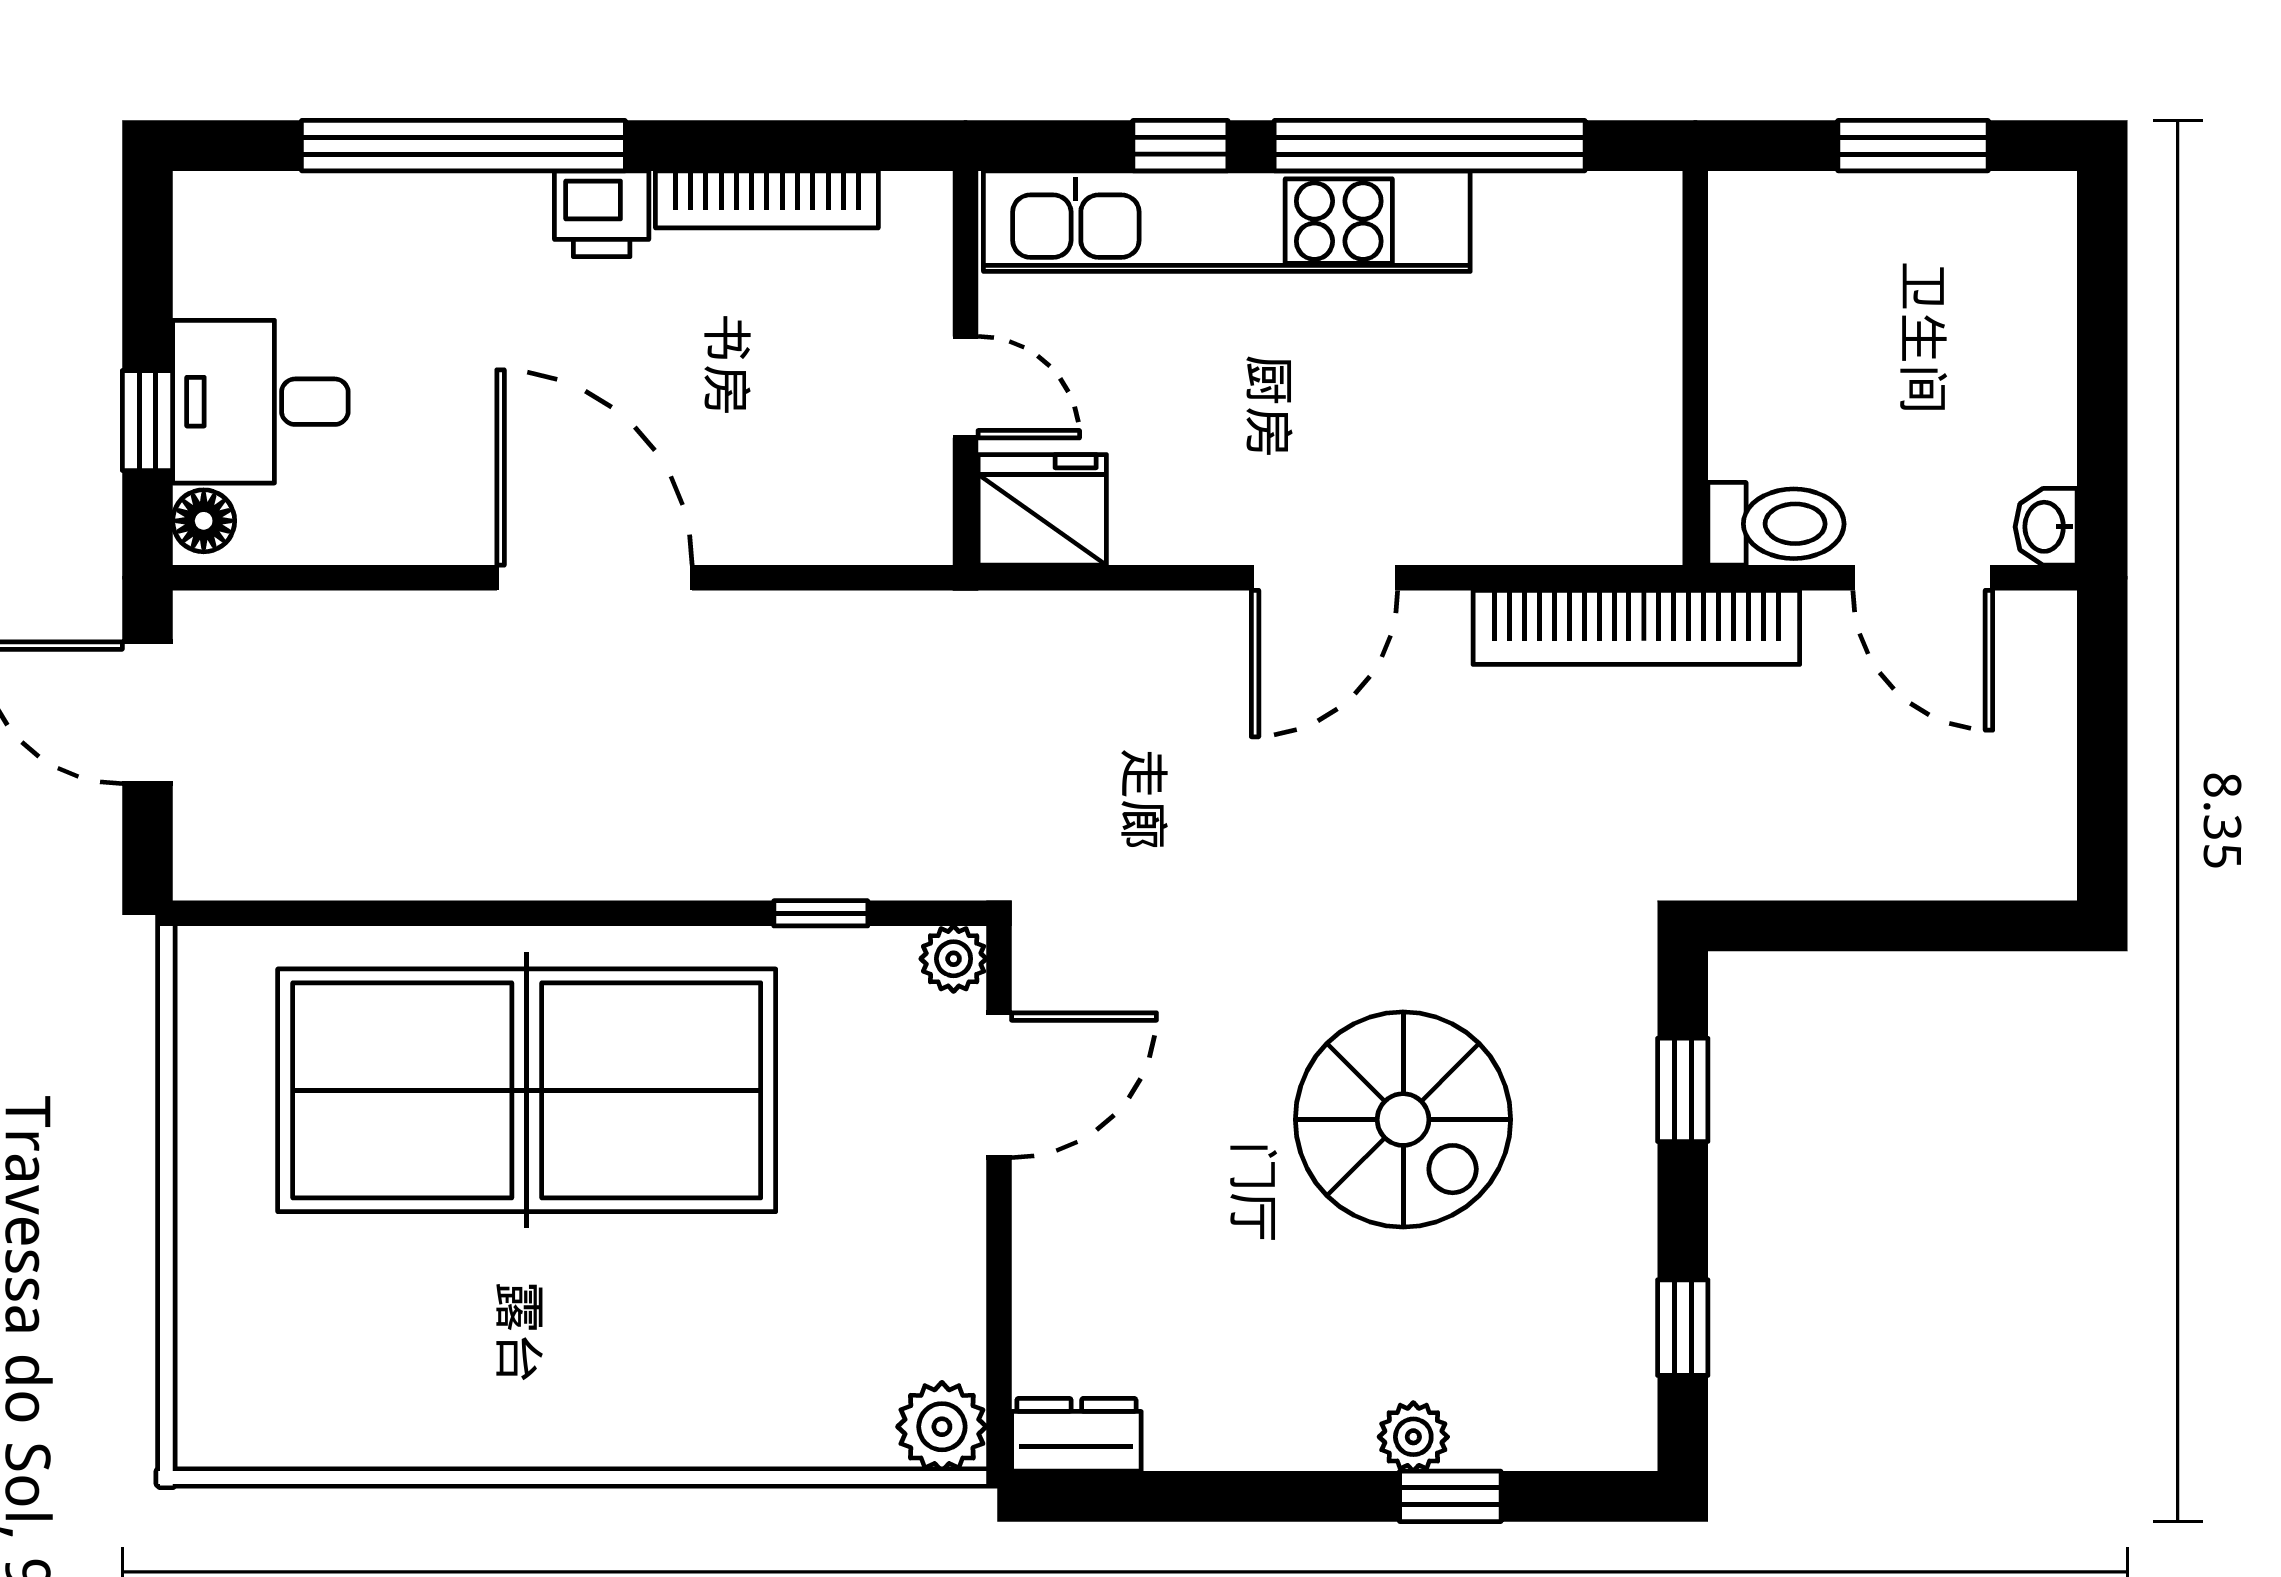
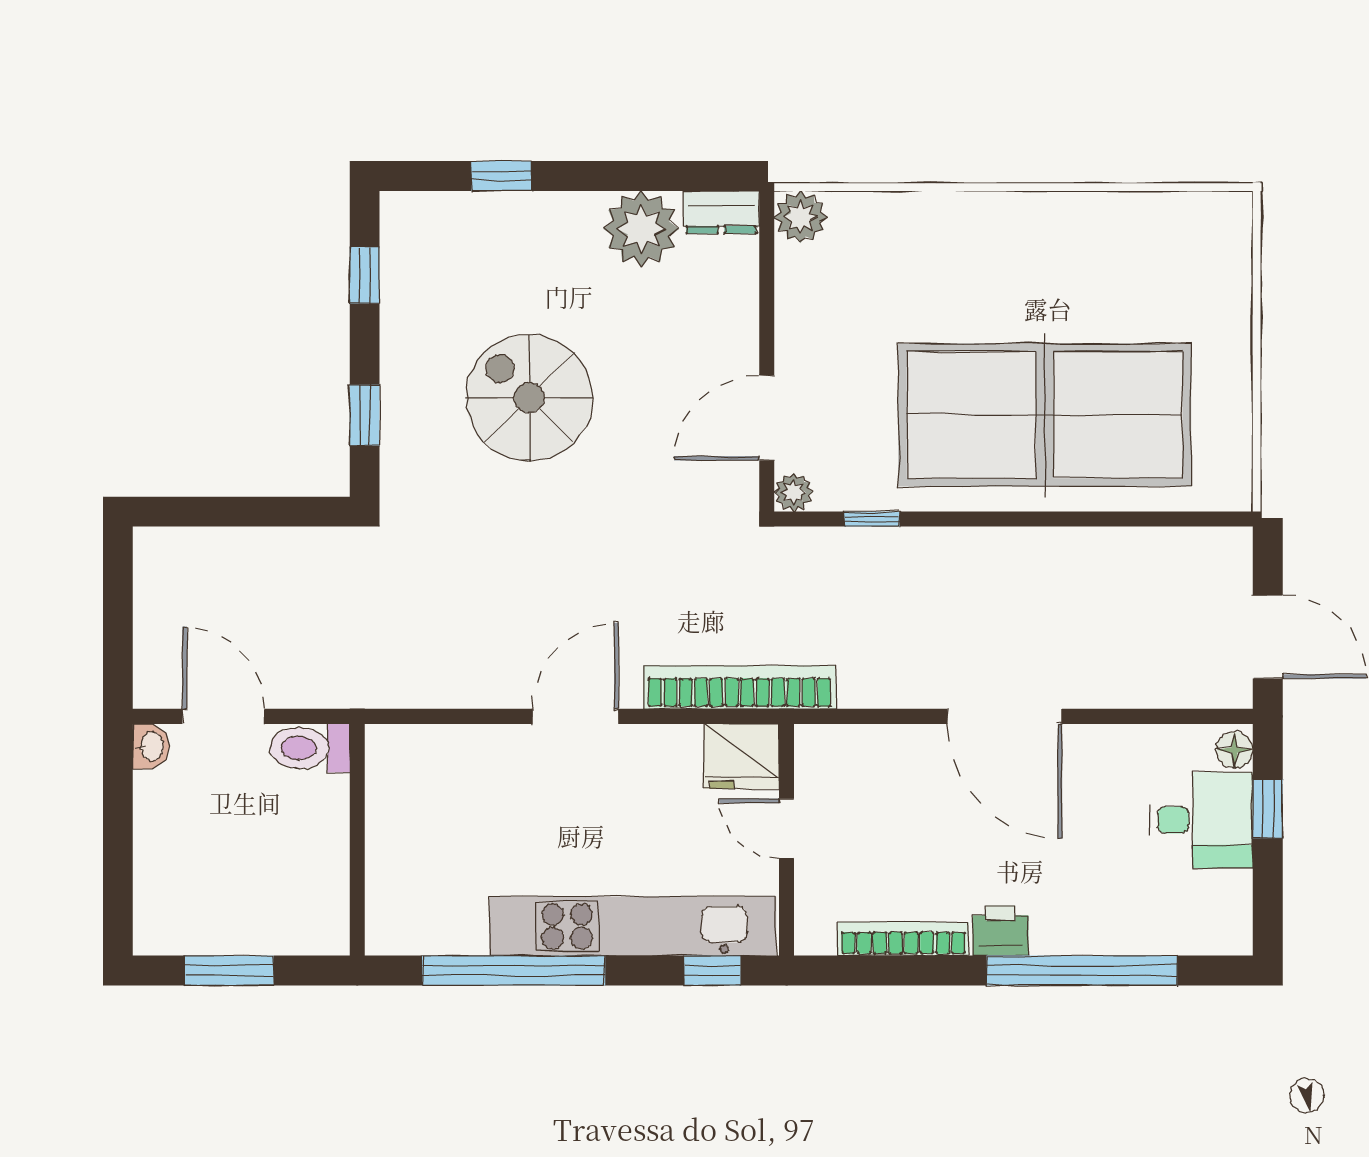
window: (1180, 146) -> (712, 971), moved
bookcase: (1636, 627) -> (739, 687), moved
plant: (1413, 1437) -> (641, 229), moved, width x1.88, depth x1.88

